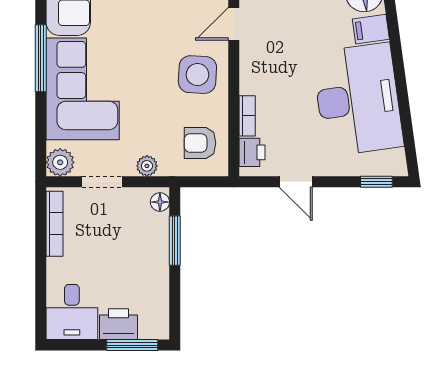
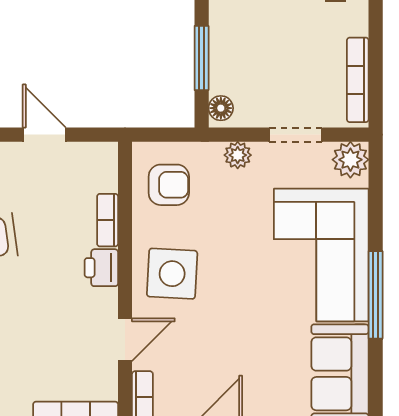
printer: (252, 152) -> (101, 268), moved

